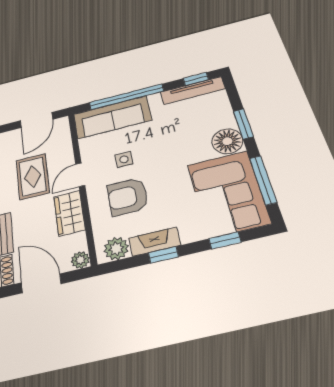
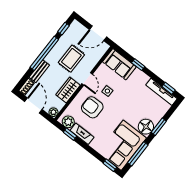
window: (126, 97) -> (138, 65), width x0.32
sofa: (112, 117) -> (119, 64), width x0.73
door: (80, 175) -> (87, 79), swing flipped
window: (225, 240) -> (110, 165), moved
window: (163, 255) -> (70, 134), moved

